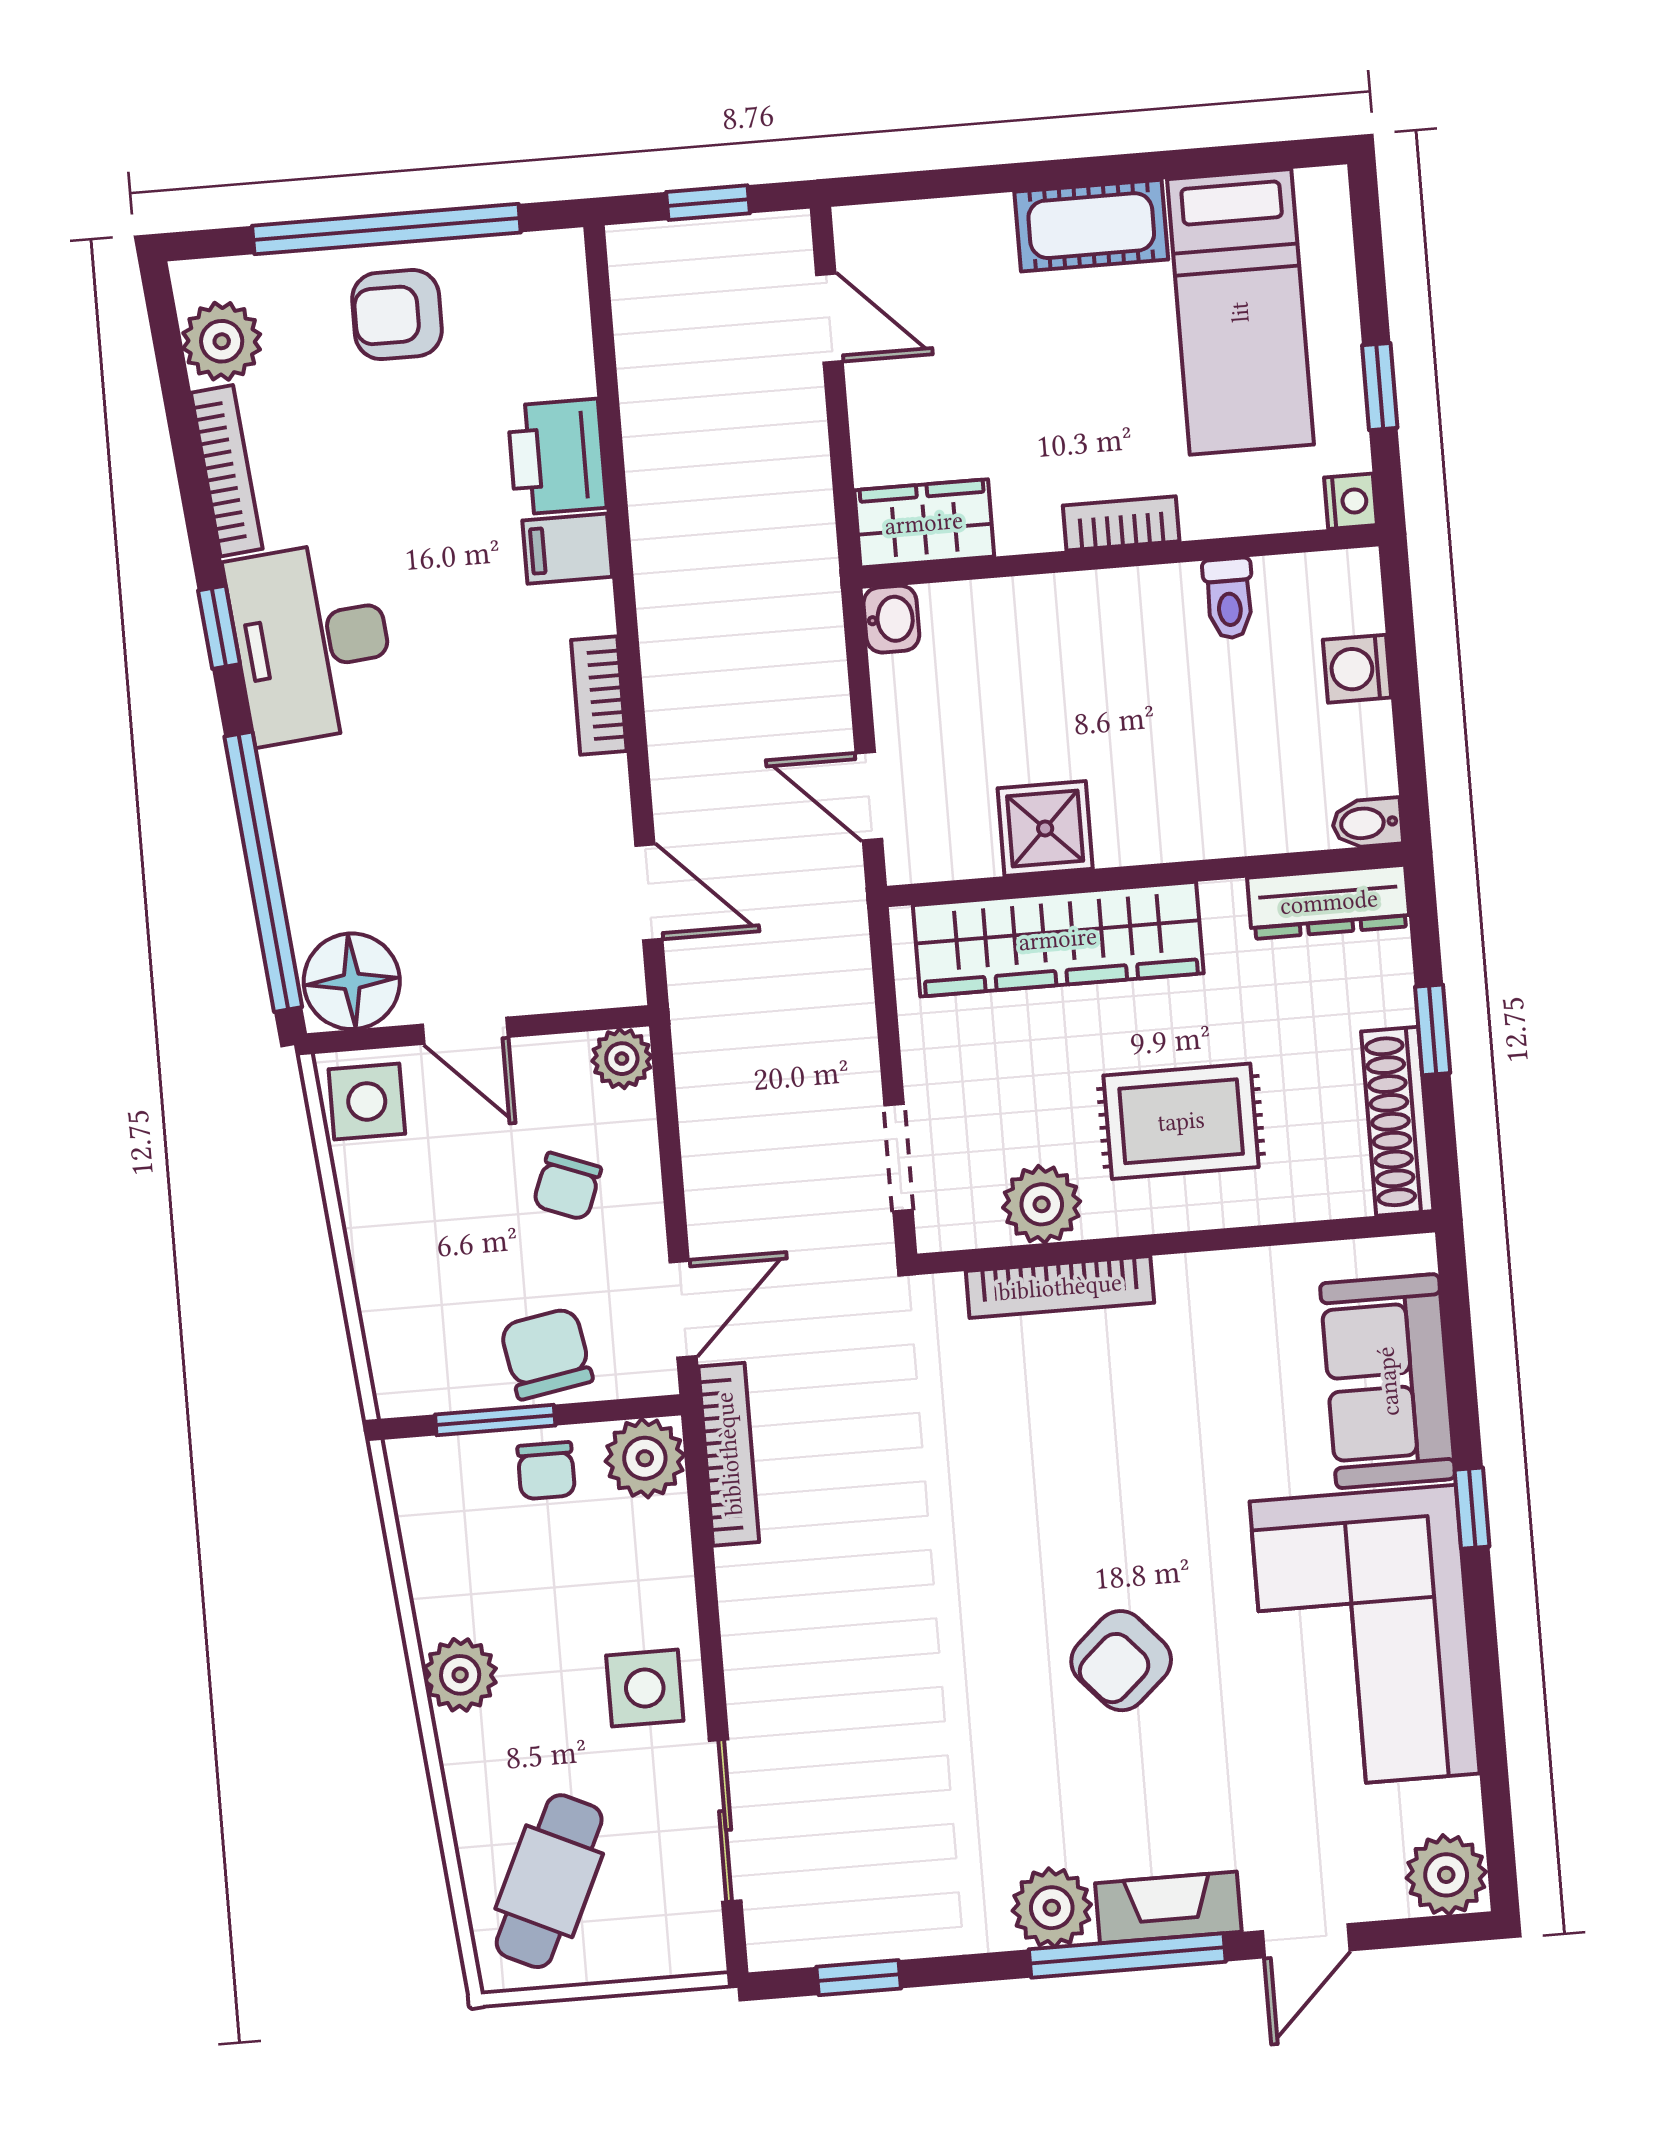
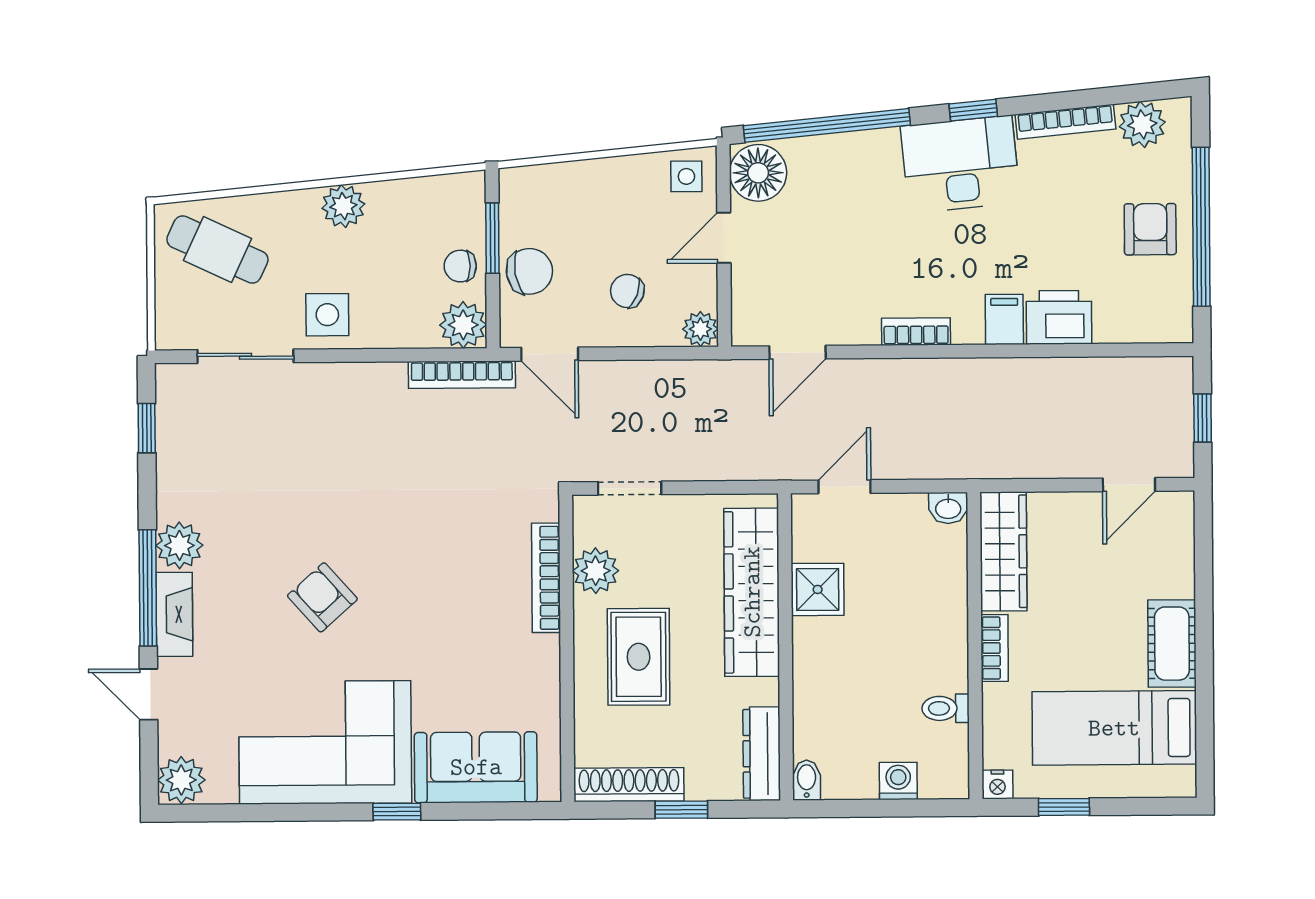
wardrobe: (924, 523) -> (1004, 551), width x1.50
side table: (367, 1101) -> (686, 176), width x0.73, depth x0.73

